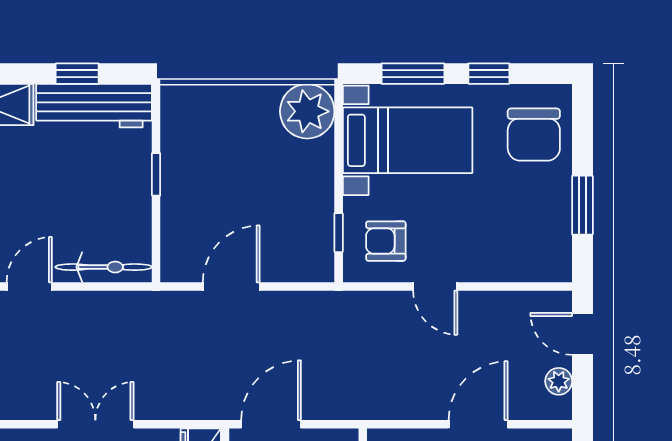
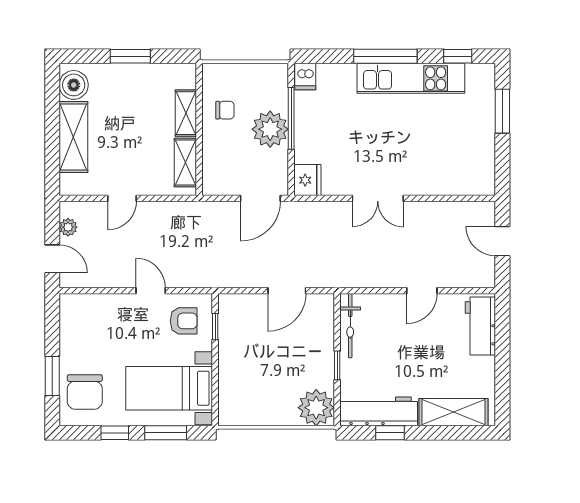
plant: (307, 111) -> (316, 408), moved
chair: (534, 135) -> (85, 392), turned 180
window: (582, 205) -> (52, 376), moved
bicycle: (104, 267) -> (350, 326), moved, turned -90
door: (478, 424) -> (122, 198), width x0.73

